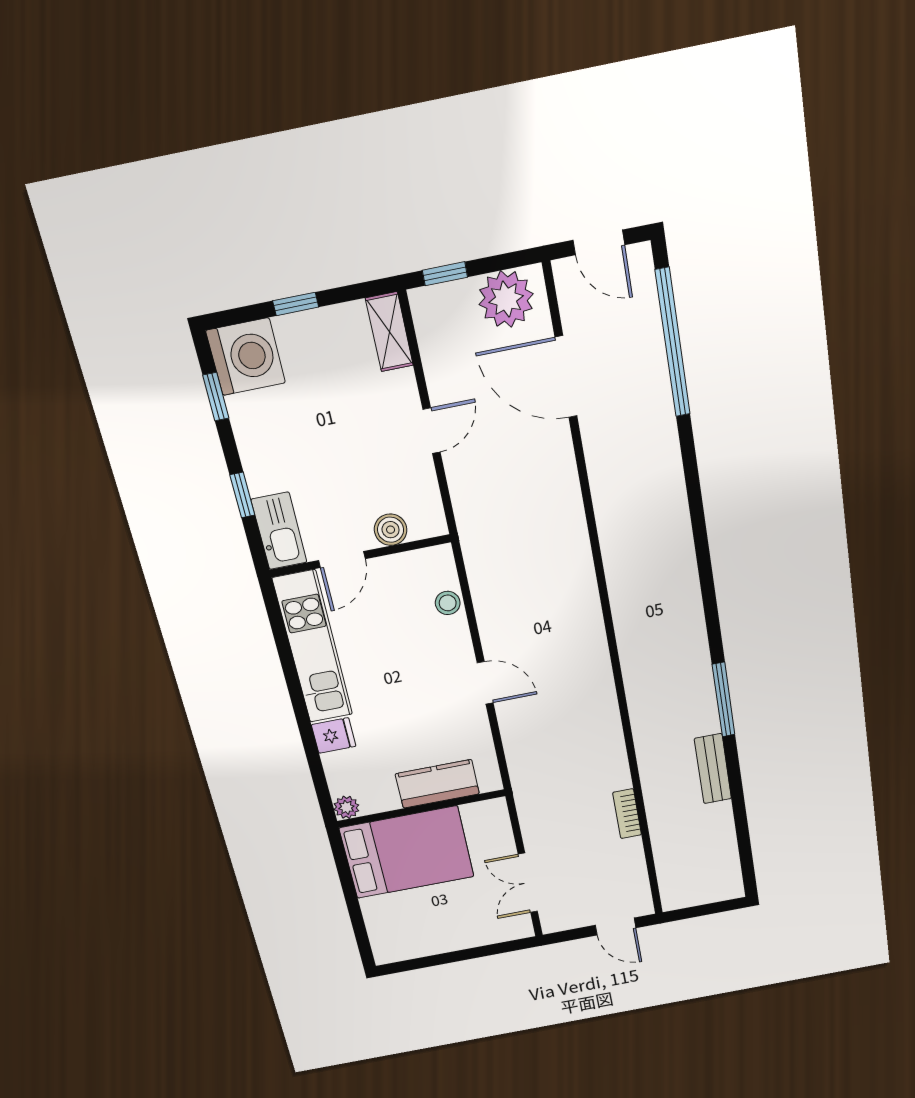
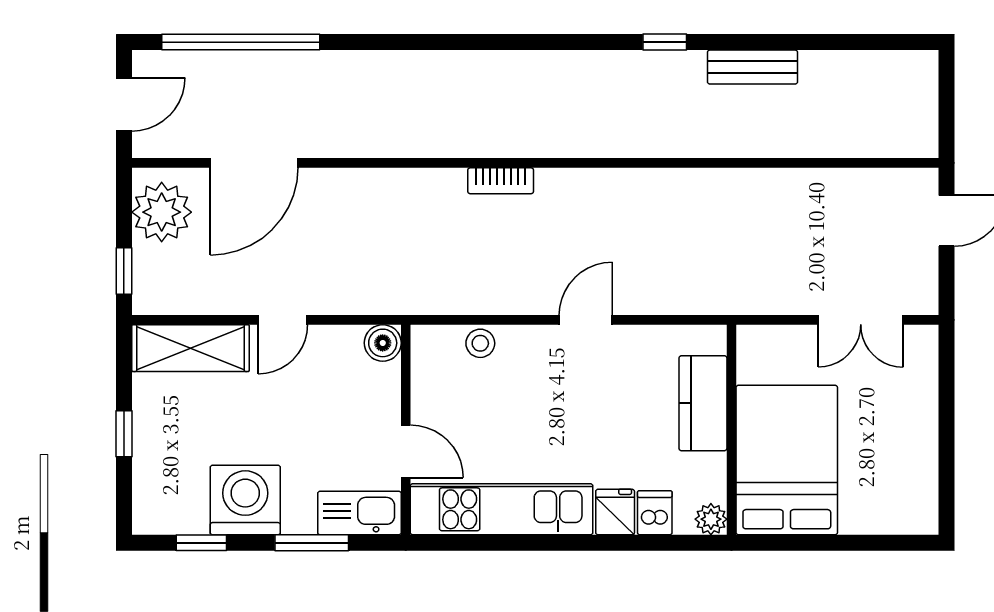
shelving: (389, 332) -> (190, 348), width x1.50, depth x1.33
washing machine: (246, 357) -> (245, 500), moved
door: (431, 431) -> (283, 320), swing flipped
window: (242, 495) -> (312, 543), width x1.50
boiler: (391, 530) -> (383, 343), moved
window: (724, 700) -> (665, 42), width x0.46
dishwasher: (341, 765) -> (655, 513), added
bookcase: (627, 814) -> (501, 181), moved

